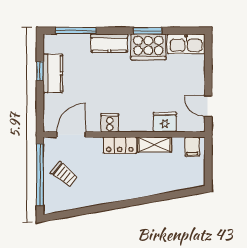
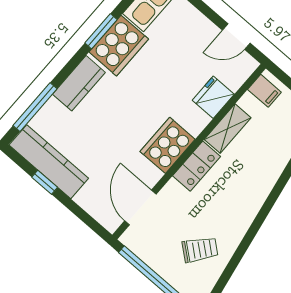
kitchen counter: (53, 73) -> (49, 162), width x1.50
cooker: (110, 123) -> (168, 145), width x1.87, depth x1.31
trolley: (64, 174) -> (200, 250), moved

